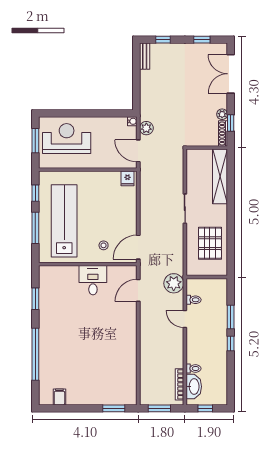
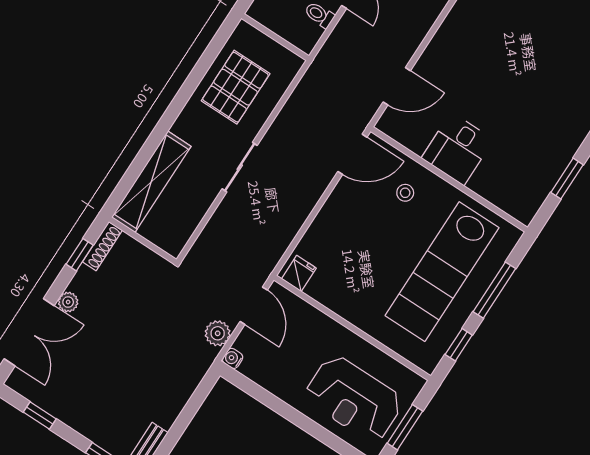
plant: (222, 114) -> (68, 302), moved
plant: (174, 283) -> (334, 61), removed

